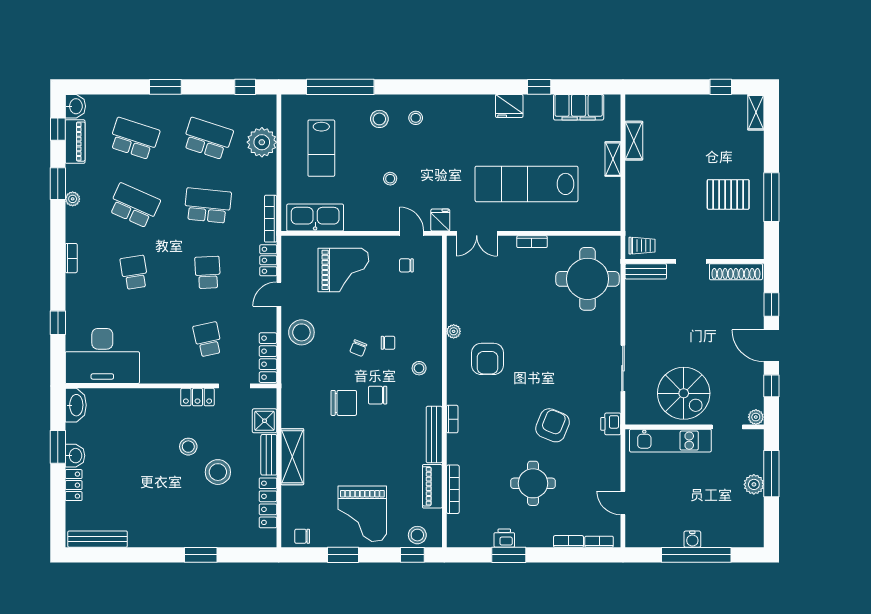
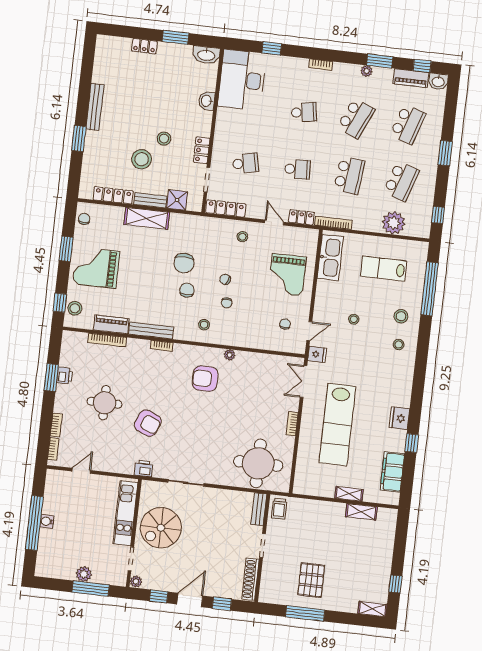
lab bench: (526, 184) -> (337, 425), turned 180
stool: (301, 332) -> (242, 237), width x0.53, depth x0.53
washbasin: (75, 456) -> (207, 101), moved, turned 90
bench: (98, 539) -> (95, 107), moved

